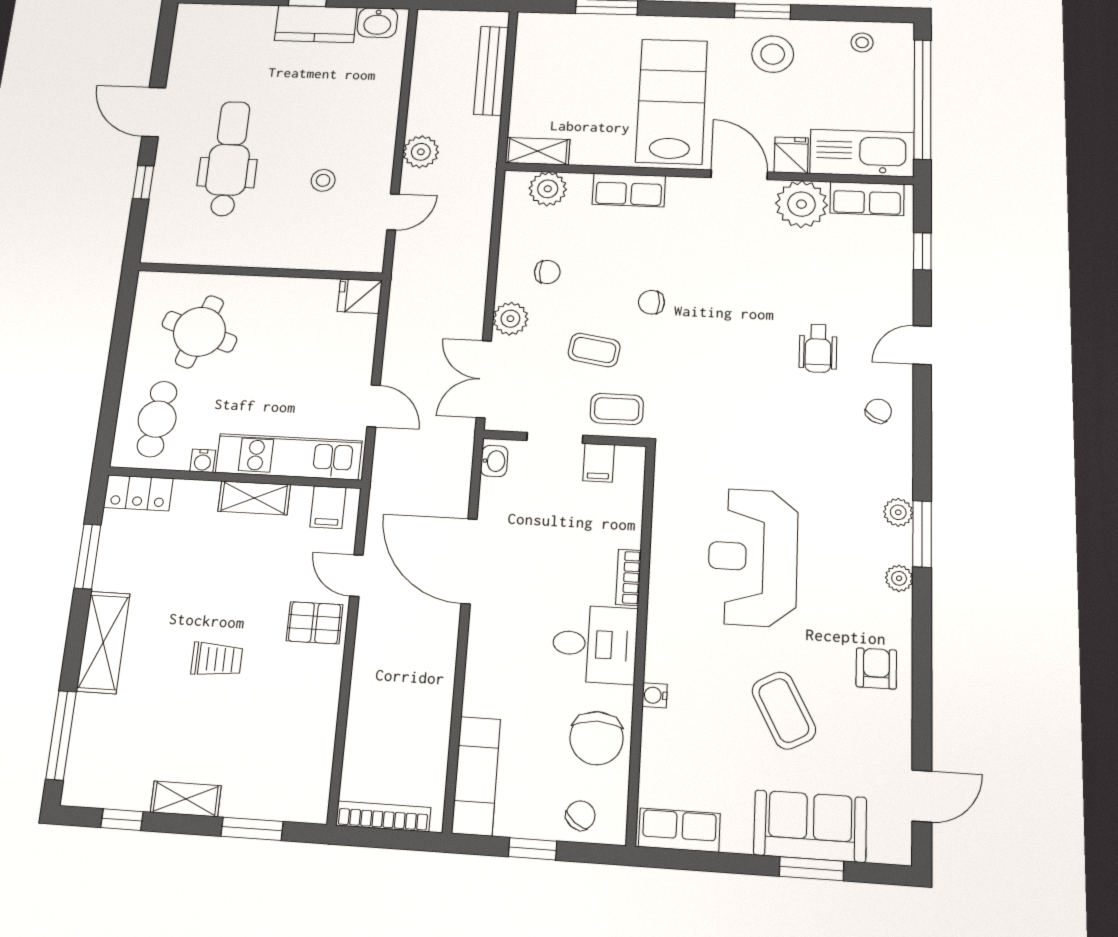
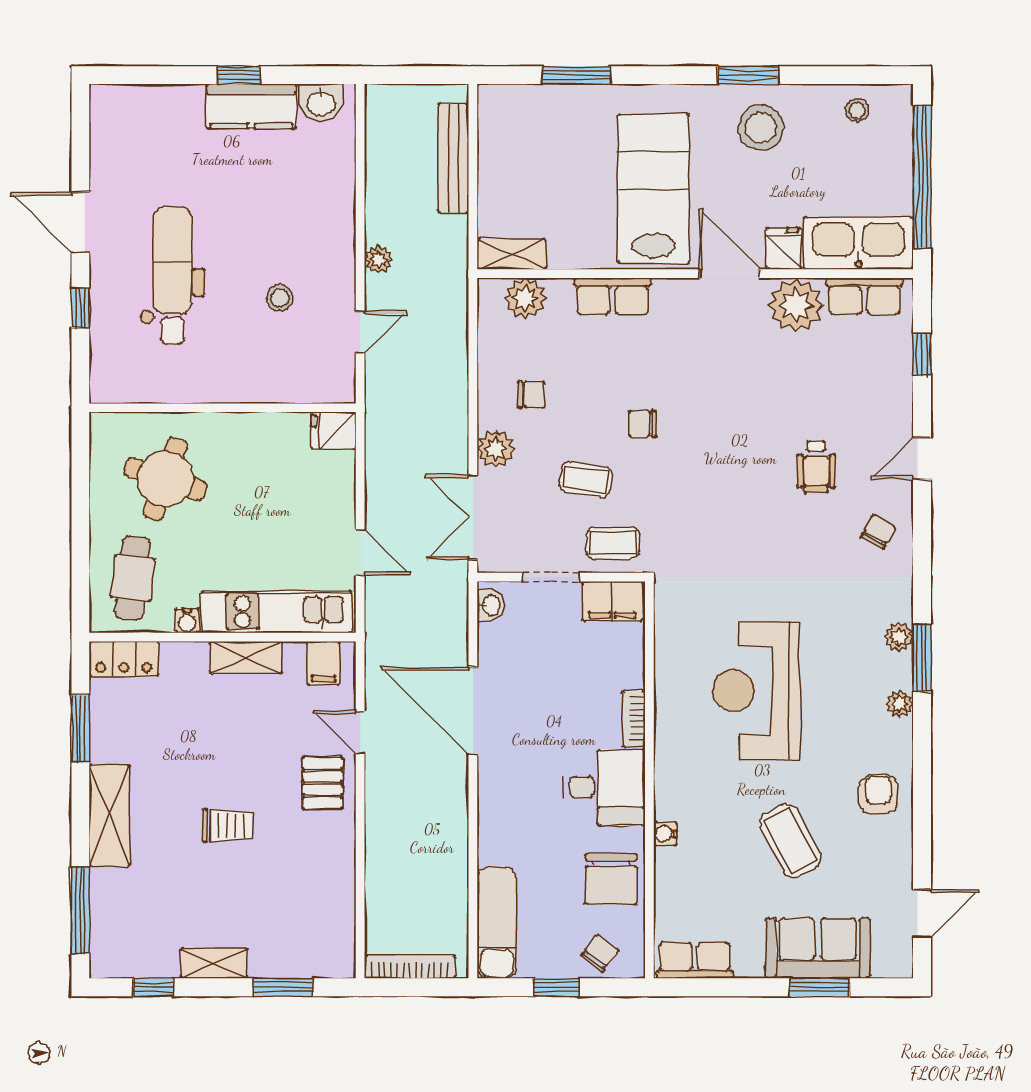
plant: (421, 152) -> (379, 260), width x0.73, depth x0.73
filing cabinet: (599, 463) -> (612, 601), width x2.00
pallet: (315, 623) -> (323, 783), turned 90

